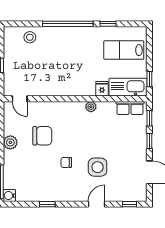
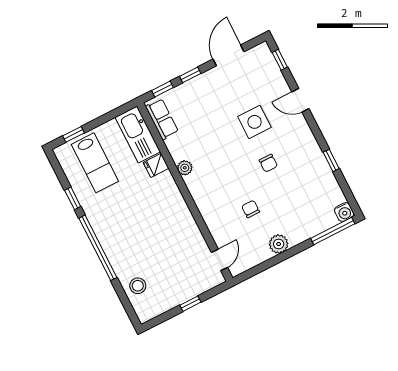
window: (149, 79) -> (73, 134), moved
chair: (42, 136) -> (251, 209), width x0.54, depth x0.54

